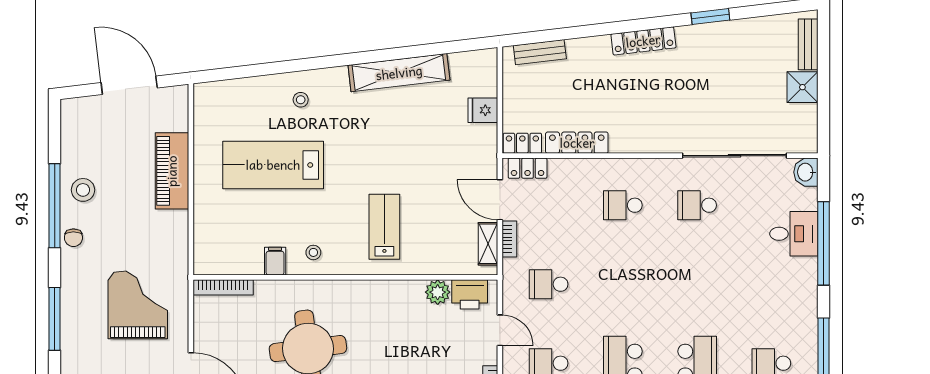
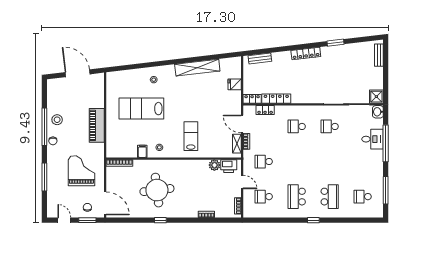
shower: (802, 87) -> (376, 97), moved
locker: (528, 168) -> (265, 110), moved
piano: (172, 171) -> (97, 125), moved

